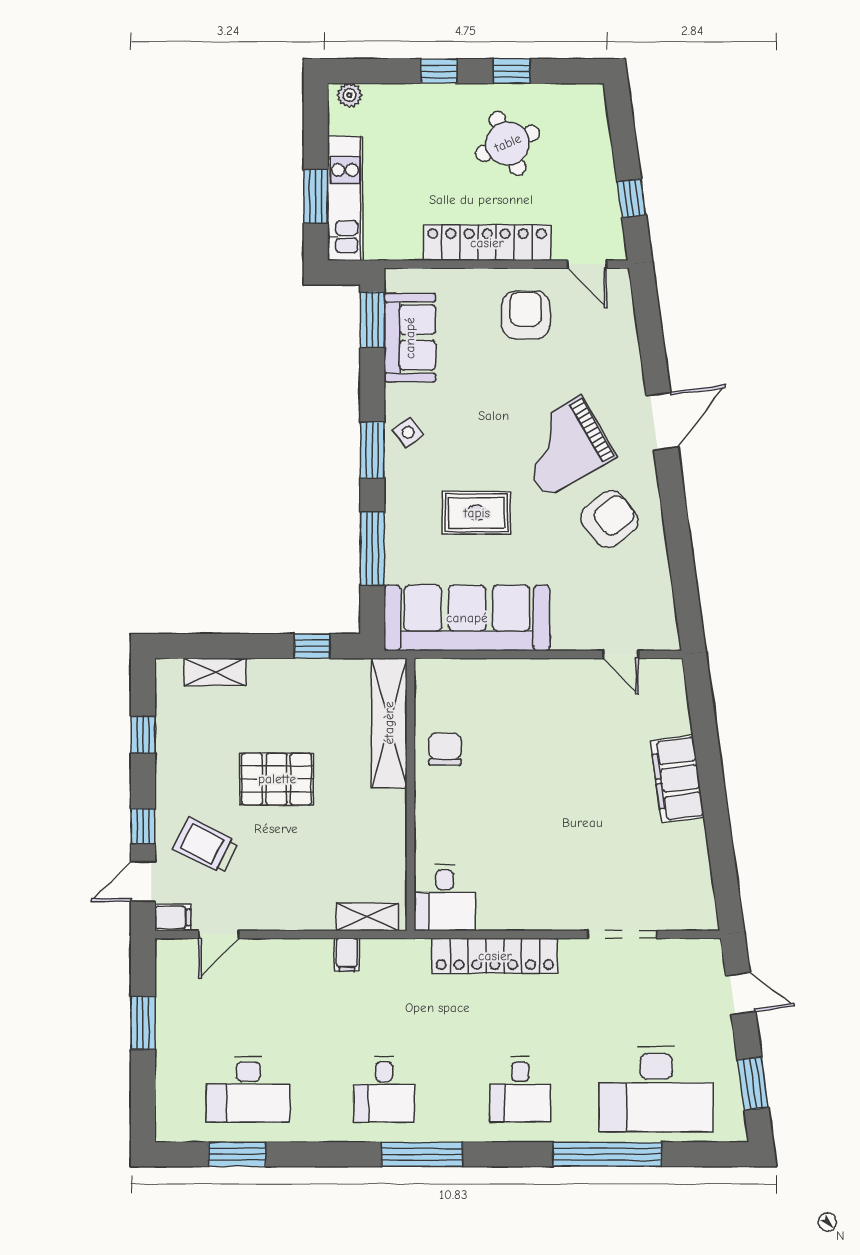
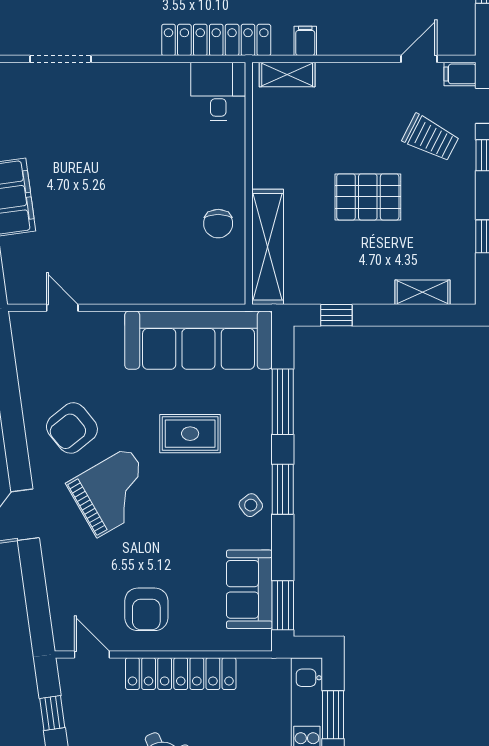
locker: (495, 956) -> (216, 40), moved

